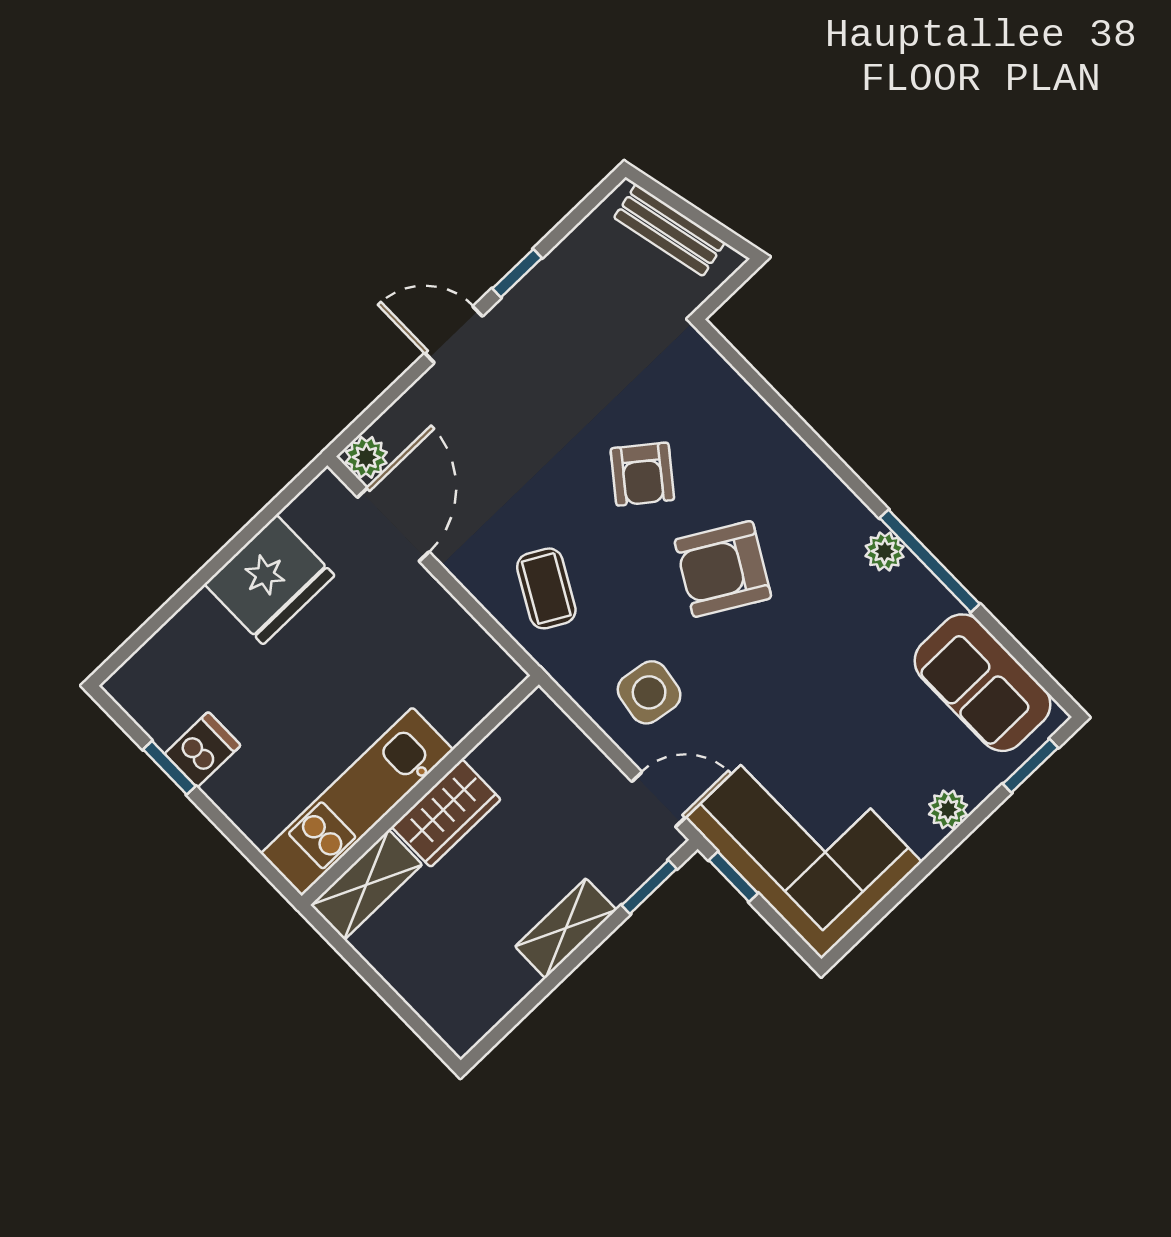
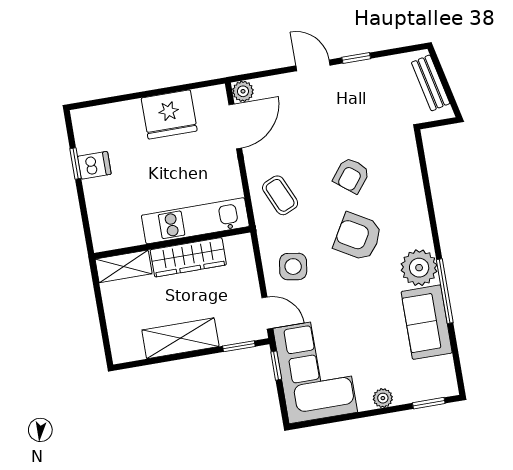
plant: (885, 551) -> (419, 268), width x1.88, depth x1.88
coffee table: (546, 588) -> (280, 195), turned -53
sofa: (982, 683) -> (427, 322), moved
kitchen unit: (357, 802) -> (195, 221), moved
wardrobe: (446, 813) -> (188, 257), width x1.50
shelving: (566, 928) -> (180, 338), width x1.50, depth x1.33

